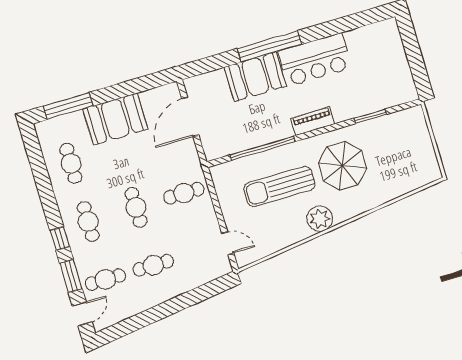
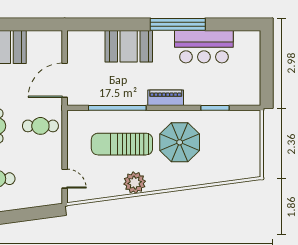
window: (269, 46) -> (178, 24), moved
bar counter: (315, 60) -> (204, 47), moved
door: (190, 117) -> (65, 80), moved
plant: (320, 219) -> (135, 183), moved

